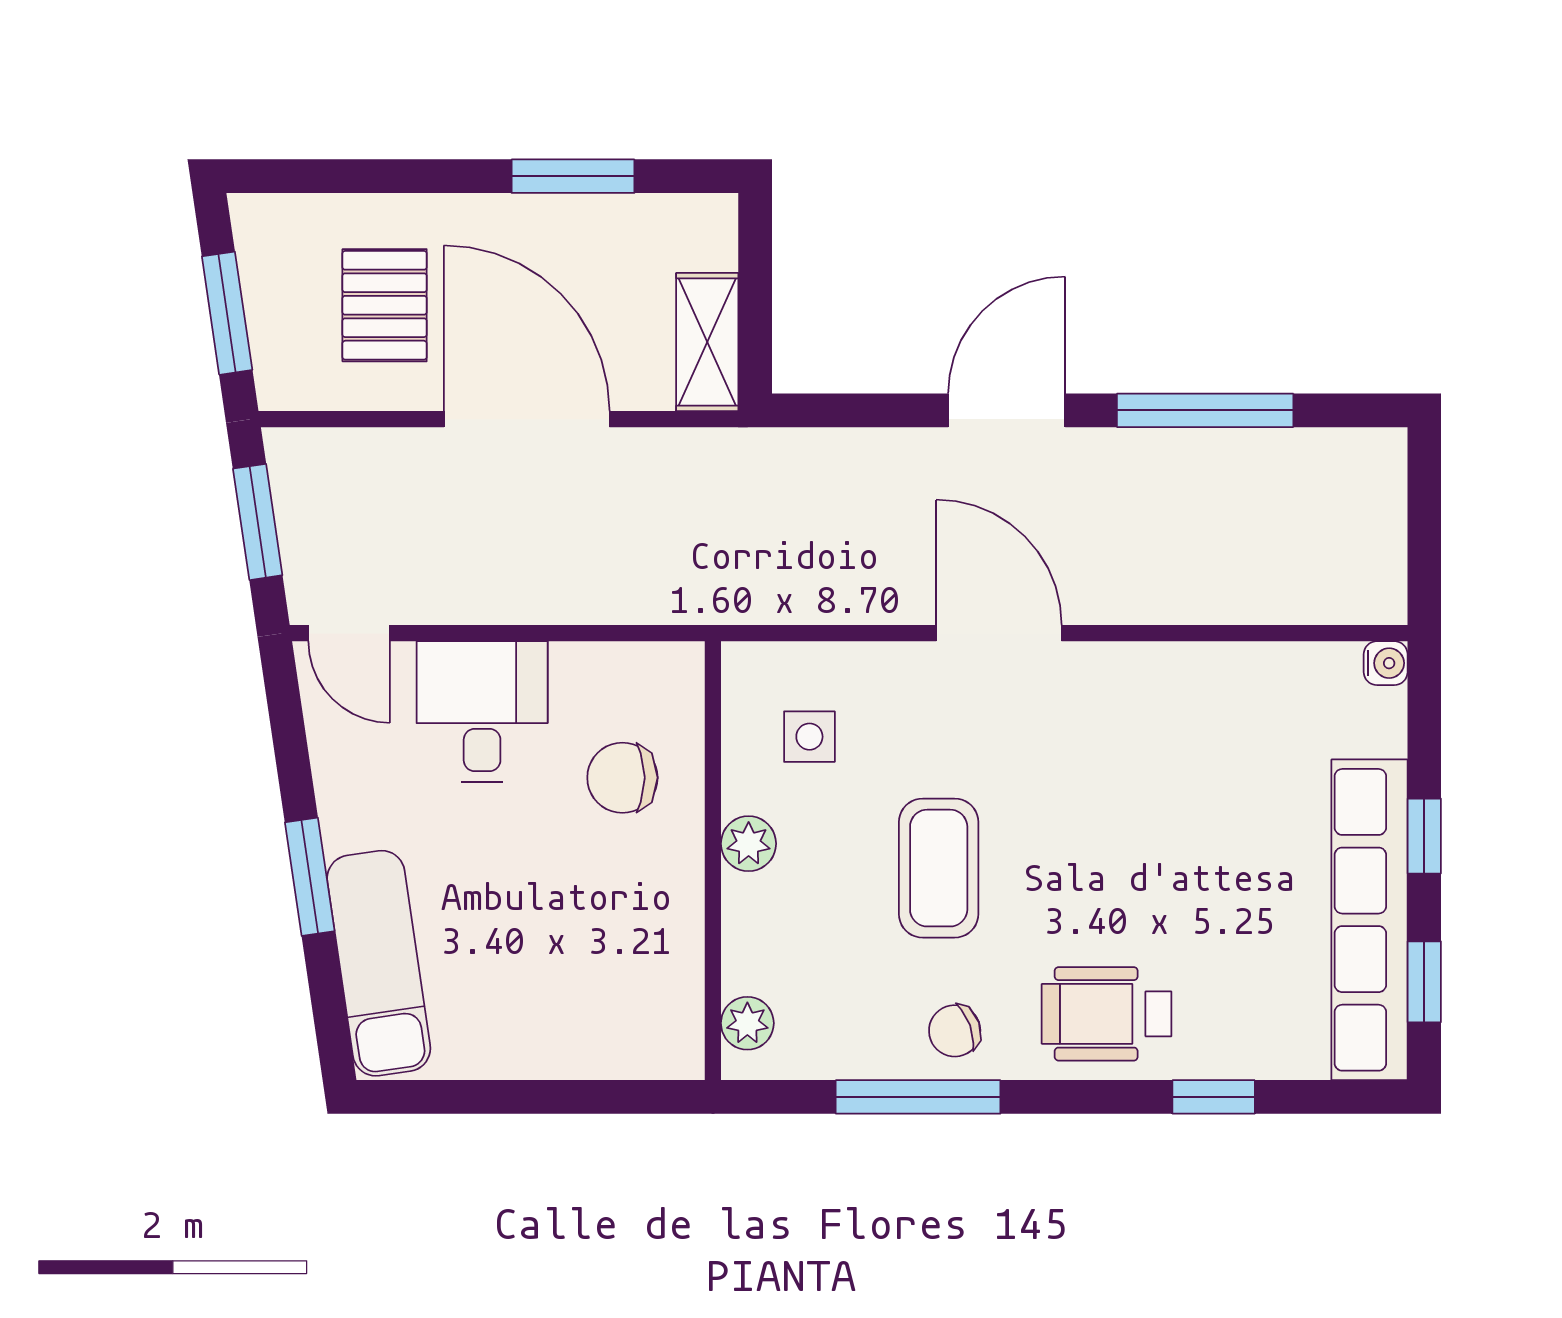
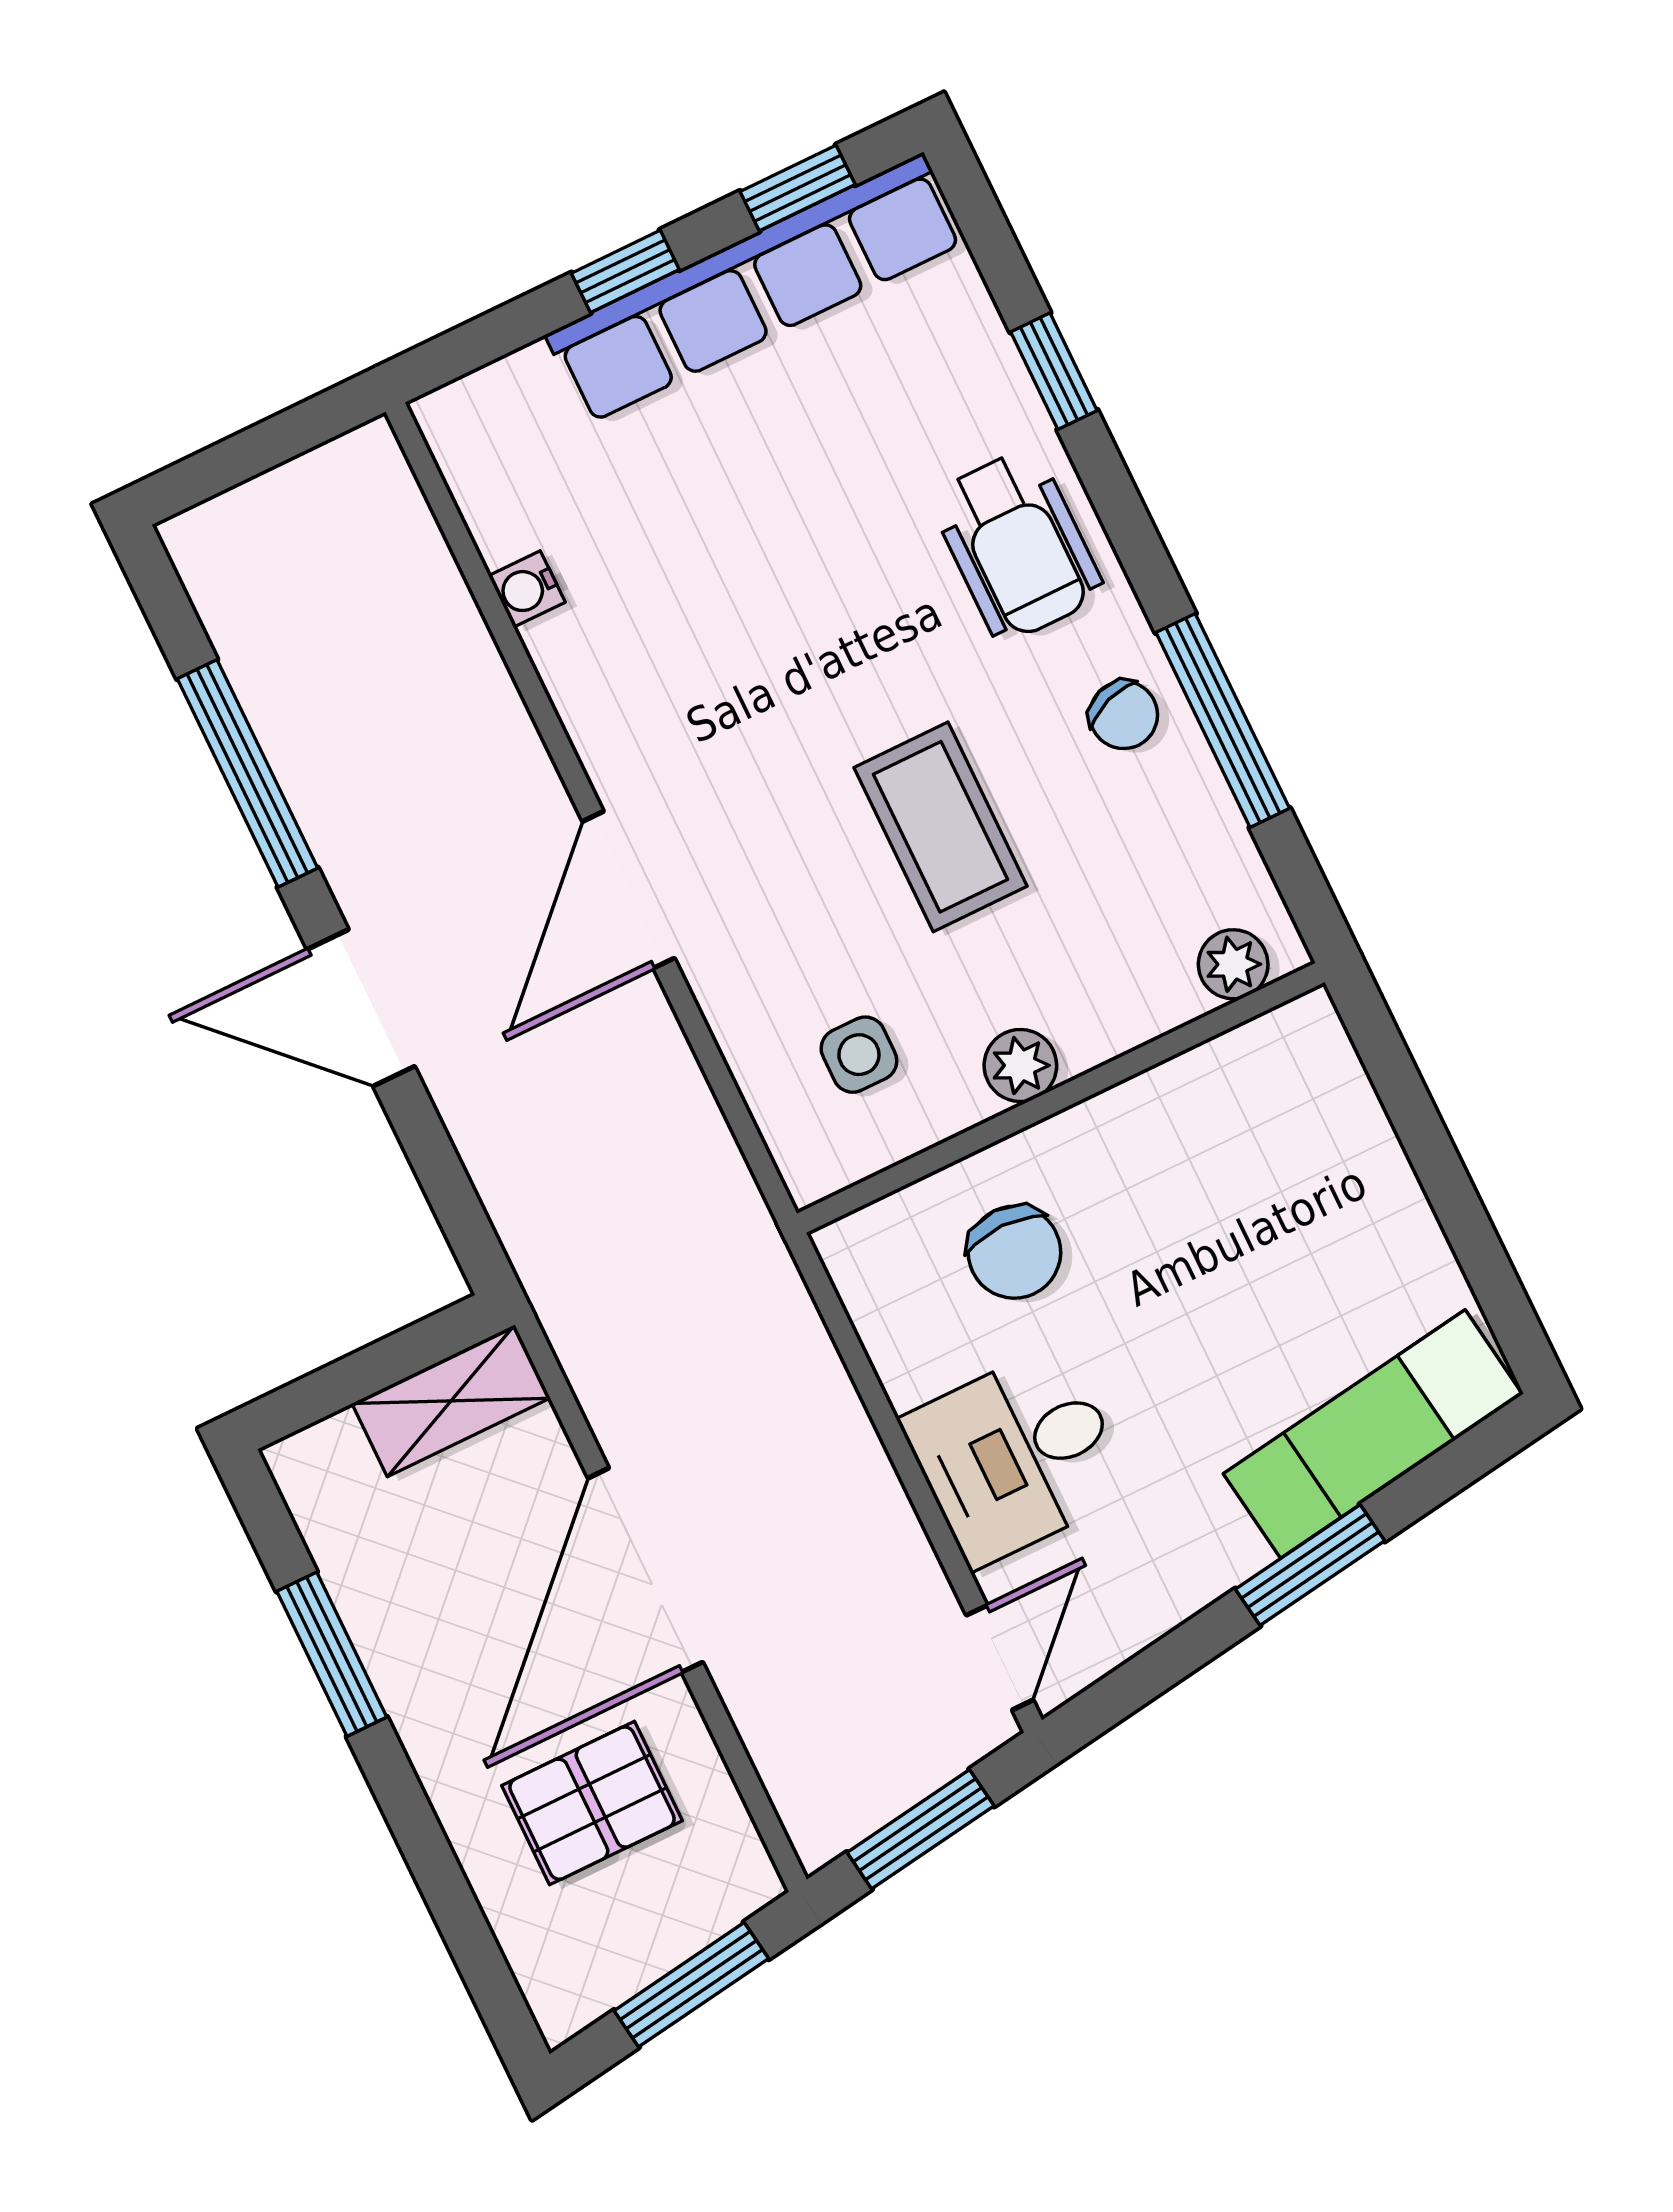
water cooler: (1386, 663) -> (527, 589), moved, turned -90
coffee table: (939, 868) -> (941, 827), turned 90

